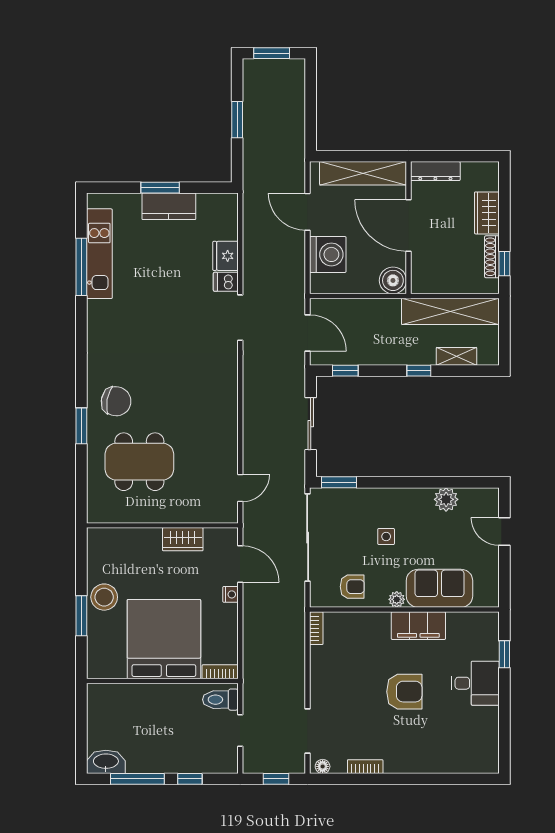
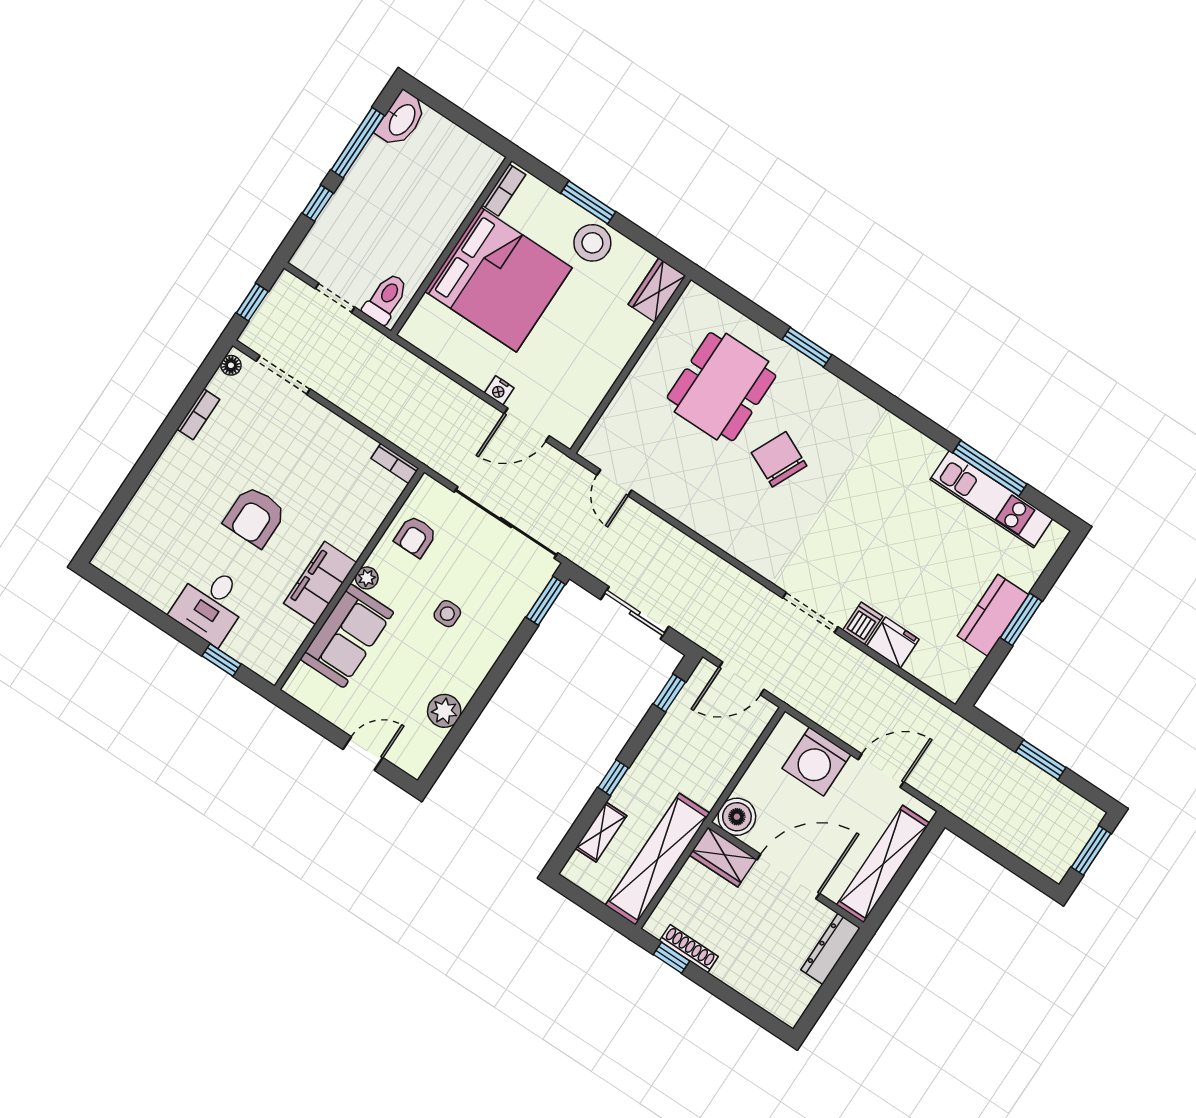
wardrobe: (487, 213) -> (723, 857), moved, turned 180
chair: (116, 401) -> (779, 459), moved, turned 105
wardrobe: (183, 539) -> (657, 290), moved
bookcase: (220, 672) -> (504, 190), moved

